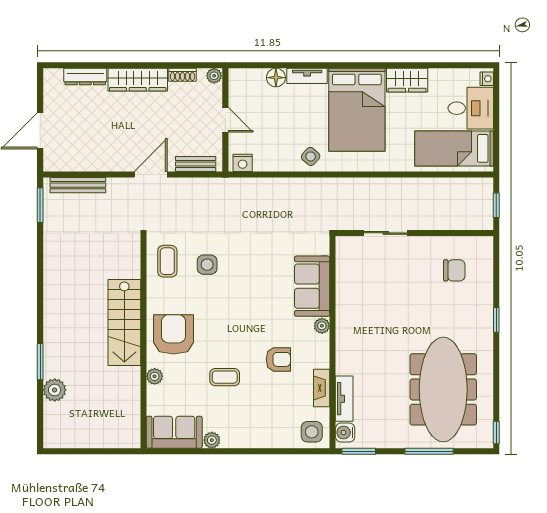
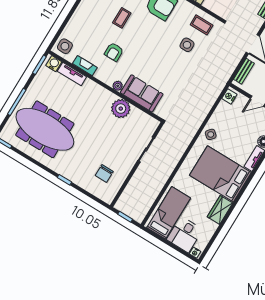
plant: (351, 302) -> (121, 109), added

